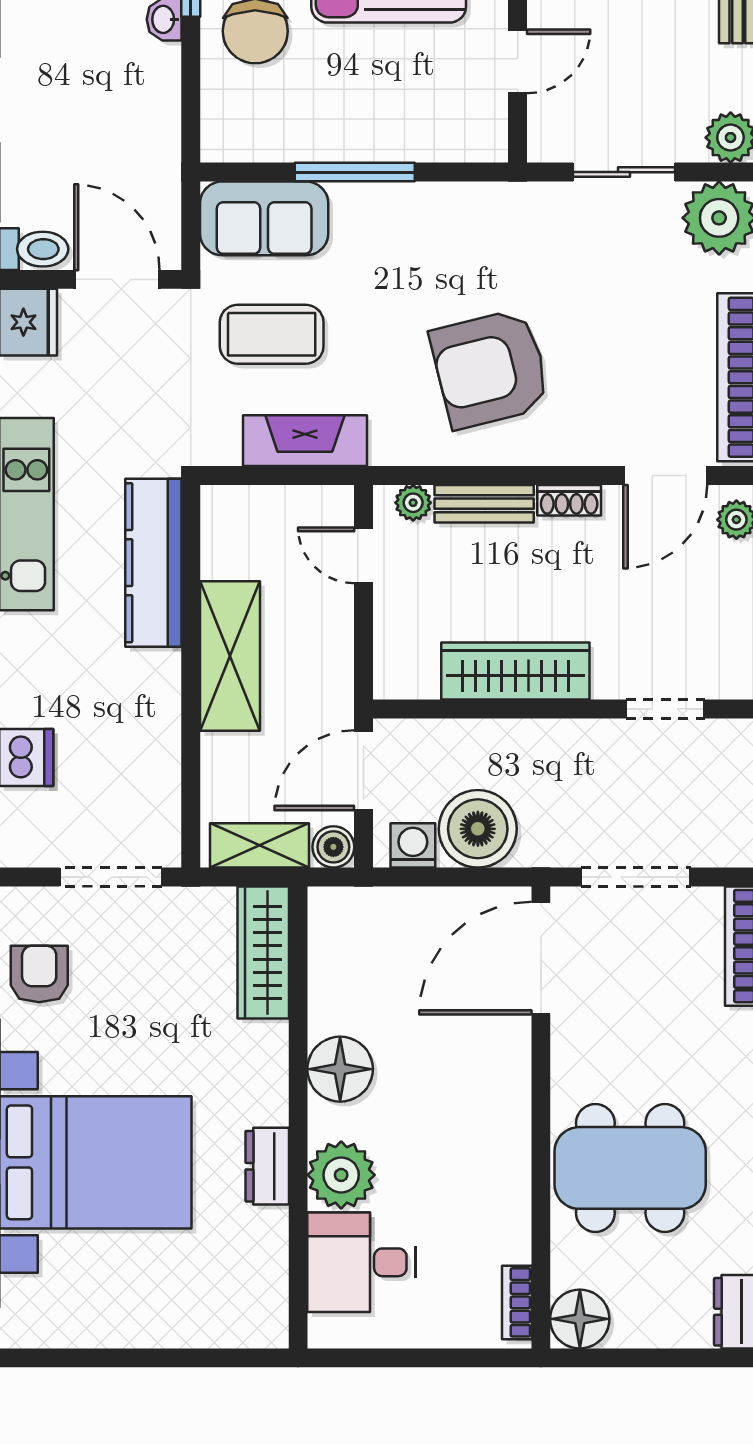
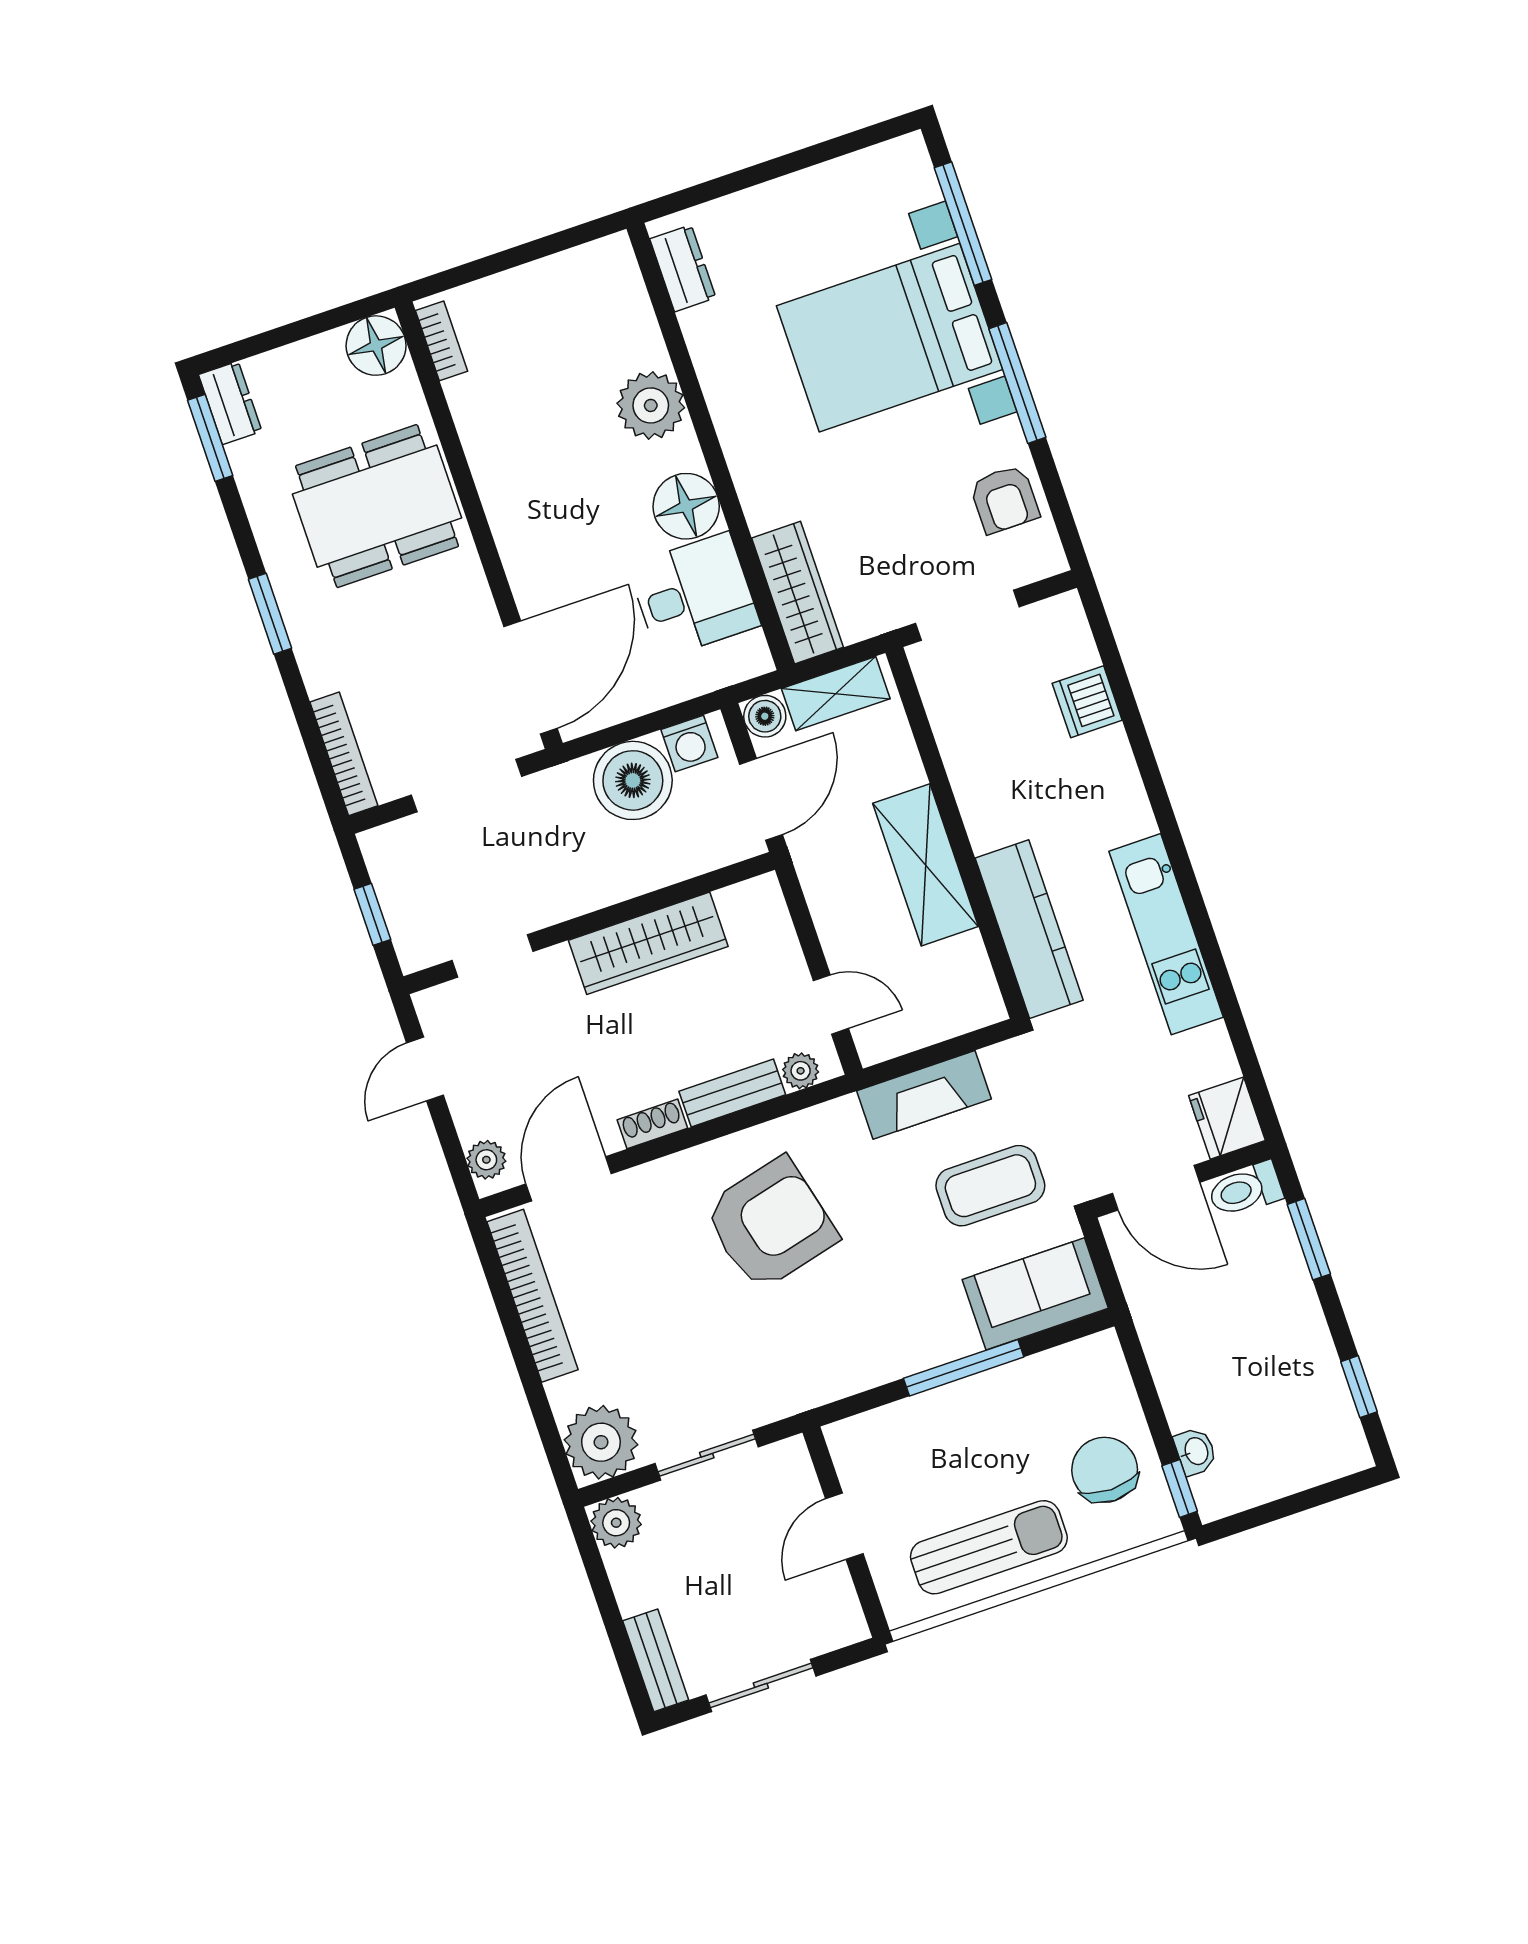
dresser: (267, 1166) -> (683, 268), moved
desk: (361, 1262) -> (694, 596), moved

